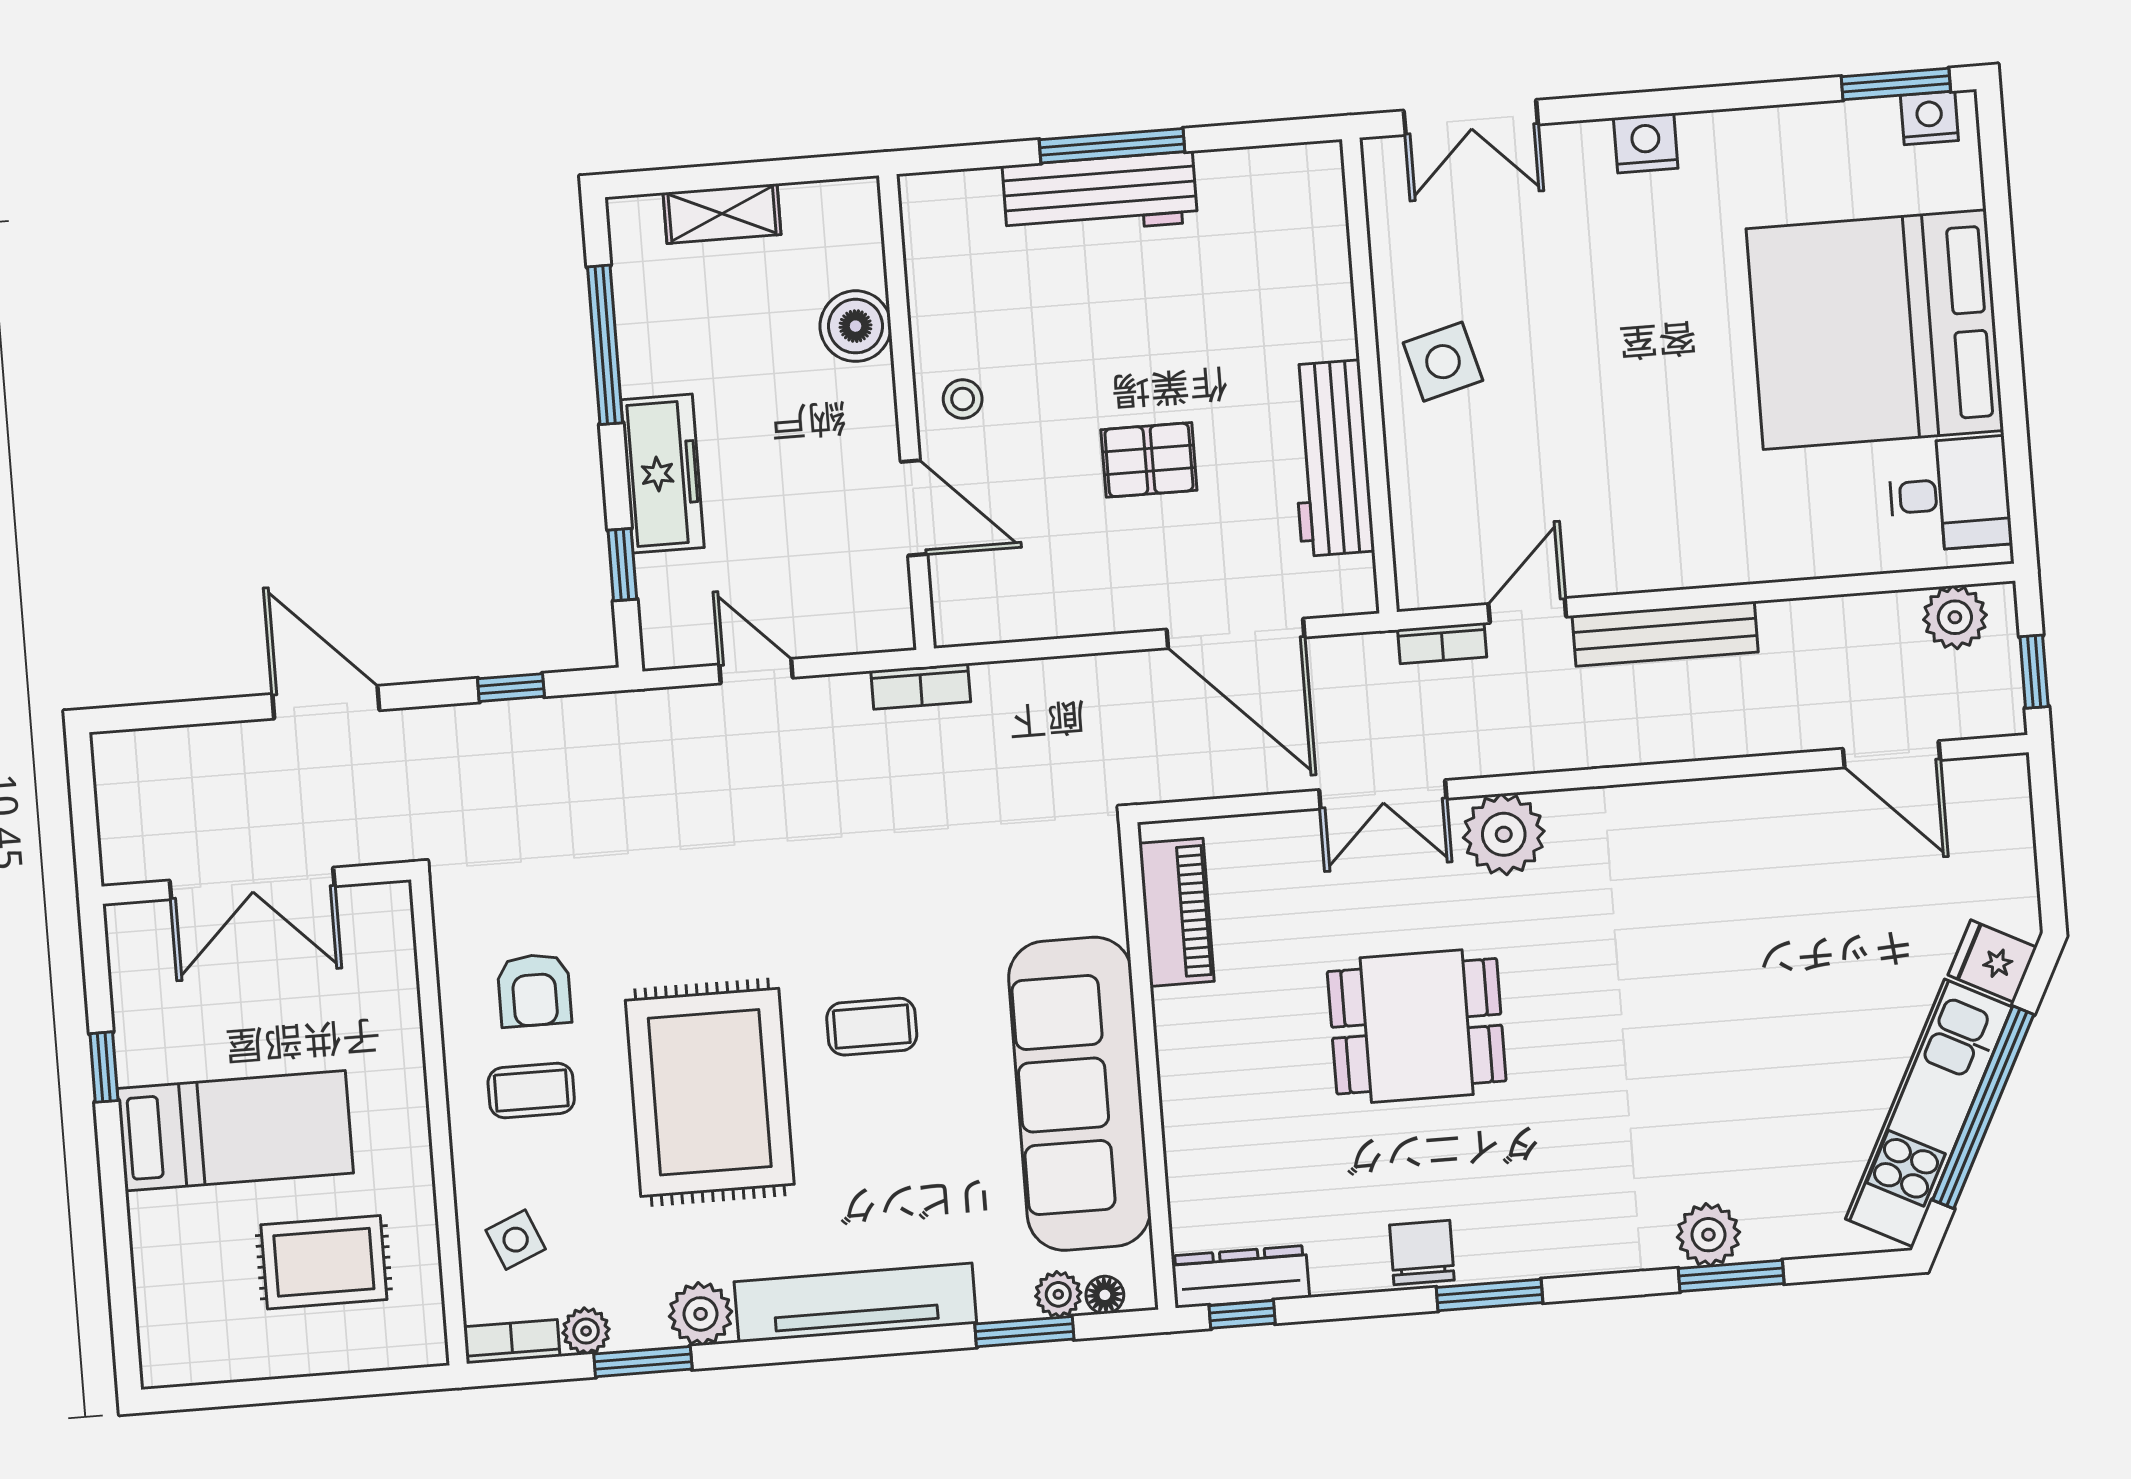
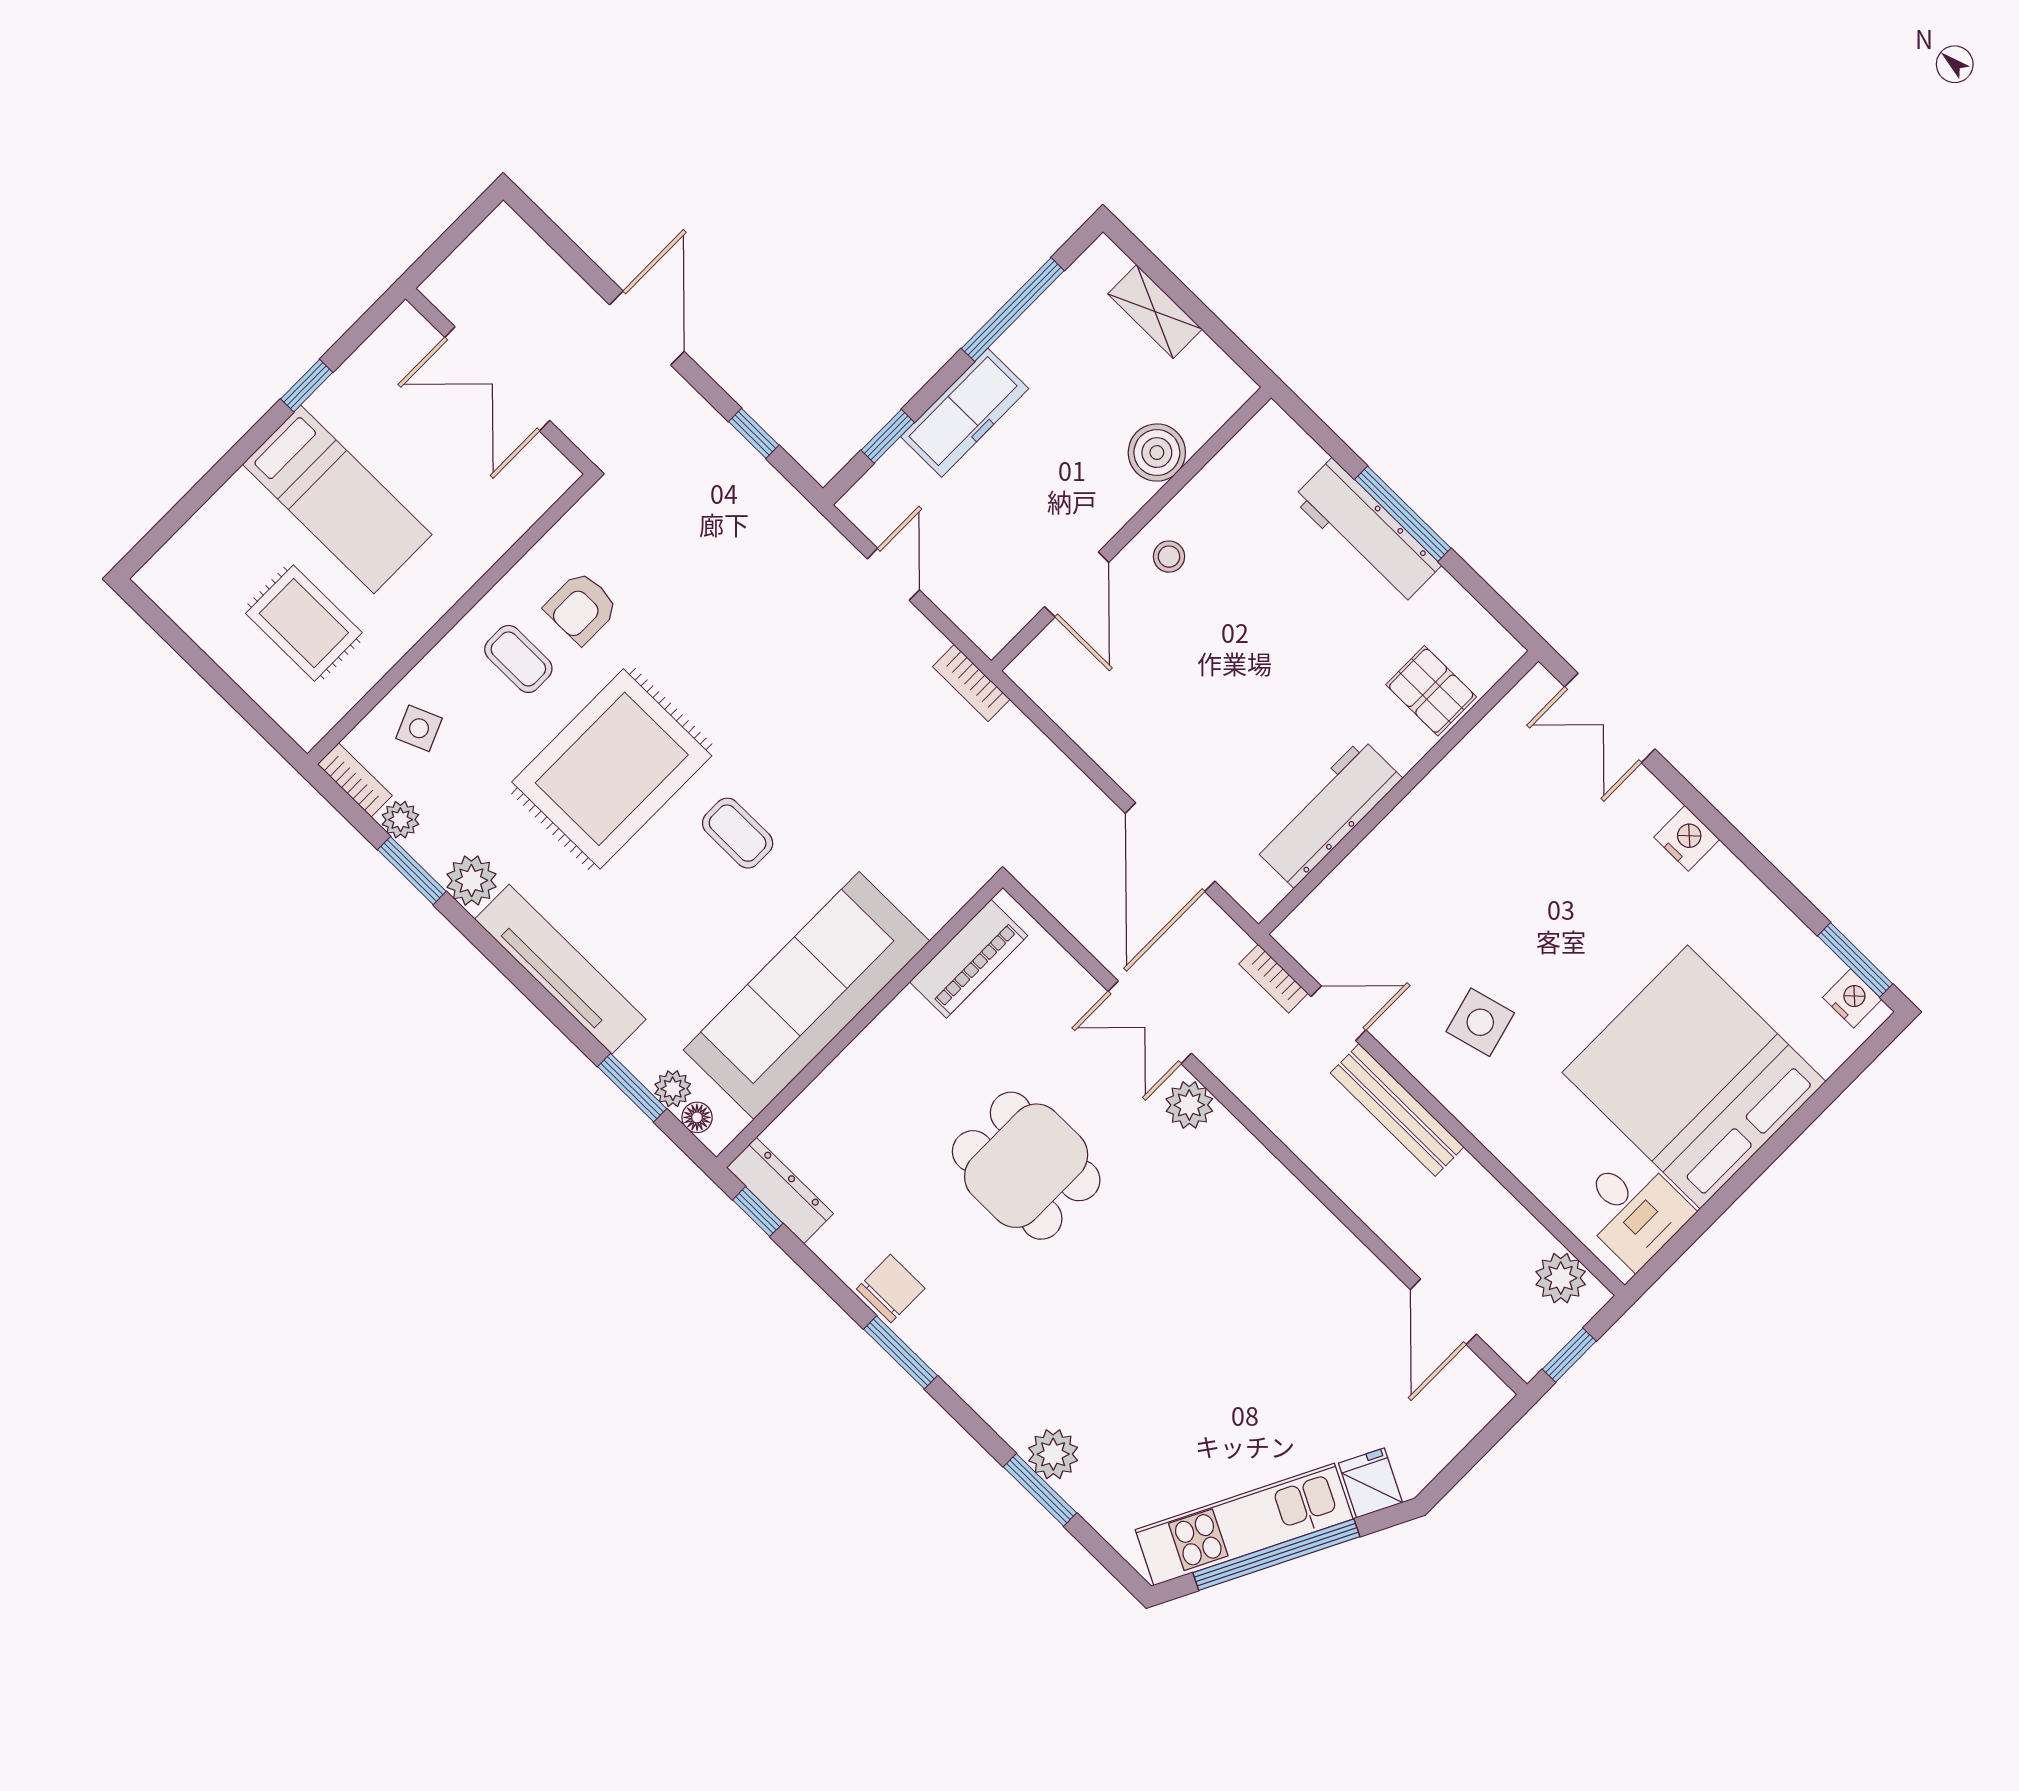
side table: (1443, 362) -> (1480, 1022), moved
pallet: (1149, 460) -> (1431, 691), moved
plant: (1504, 834) -> (1189, 1105), width x0.73, depth x0.73

